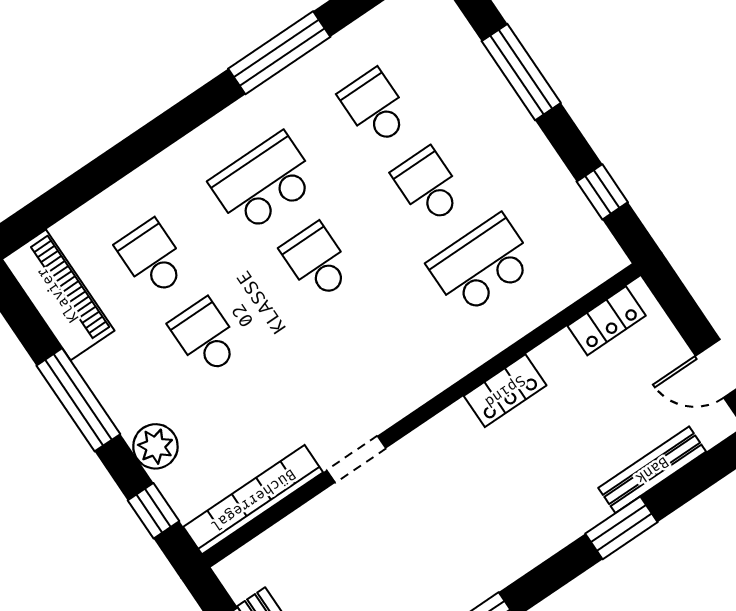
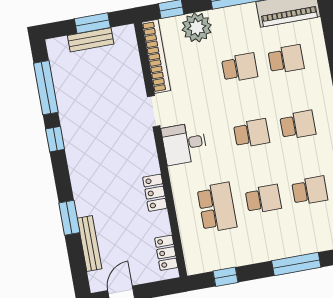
school desk: (264, 183) -> (298, 125), width x0.54
desk: (391, 376) -> (184, 144), added
plant: (155, 446) -> (197, 27), width x1.36, depth x1.36

